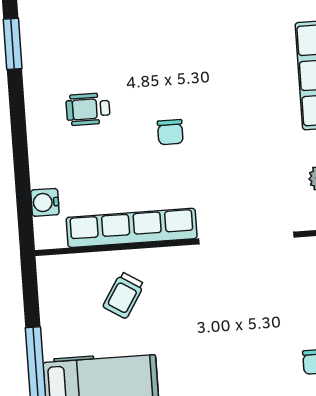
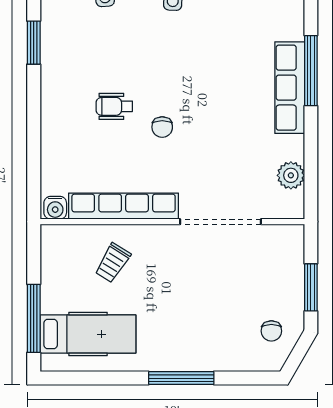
wheelchair: (88, 109) -> (114, 106), moved
water cooler: (45, 202) -> (55, 208), moved, turned -90

